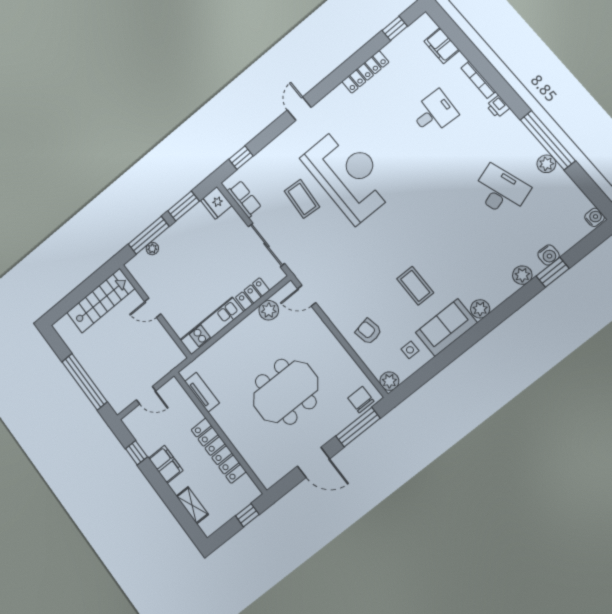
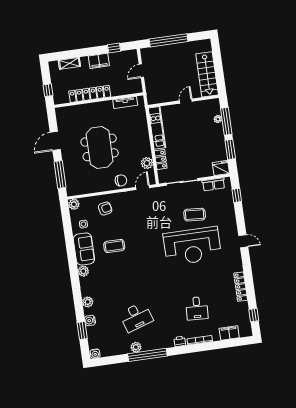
window: (553, 272) -> (82, 331), moved
chair: (361, 400) -> (121, 180), moved

